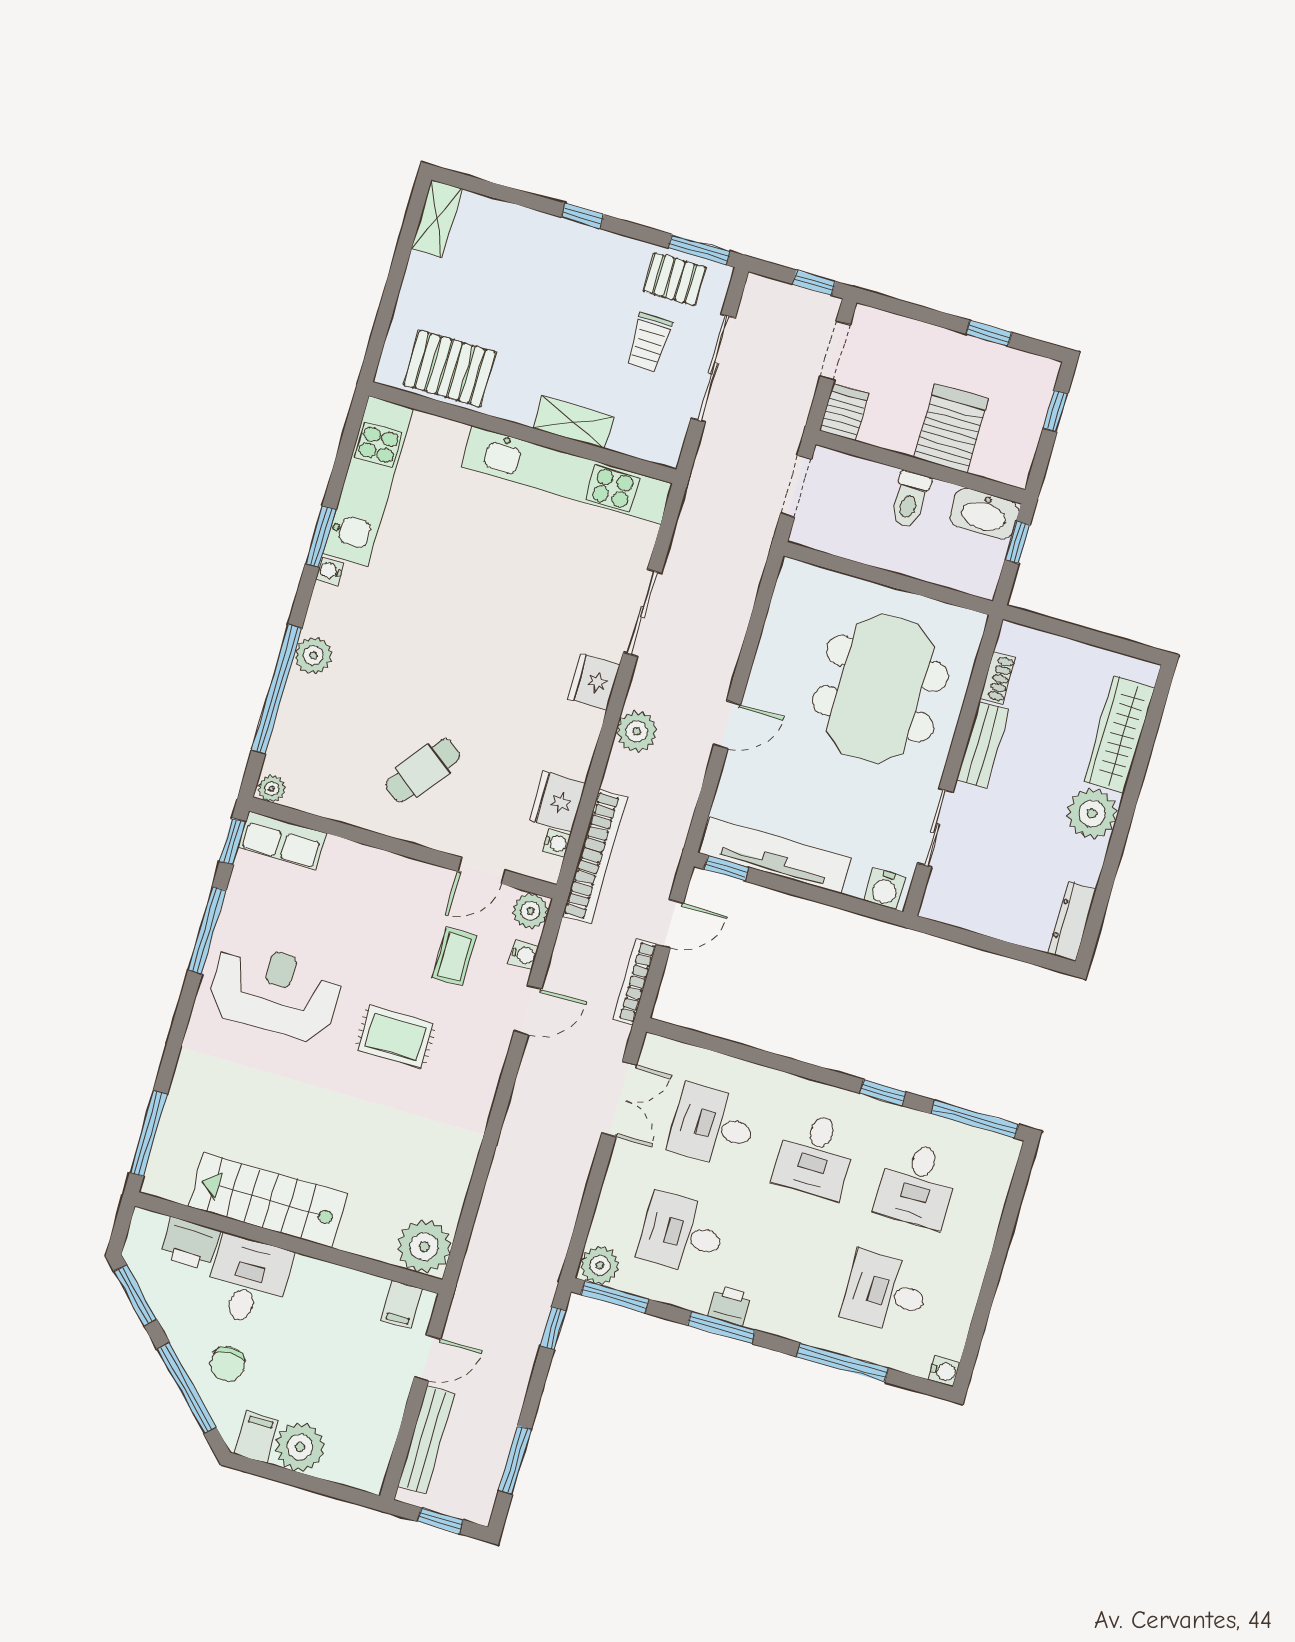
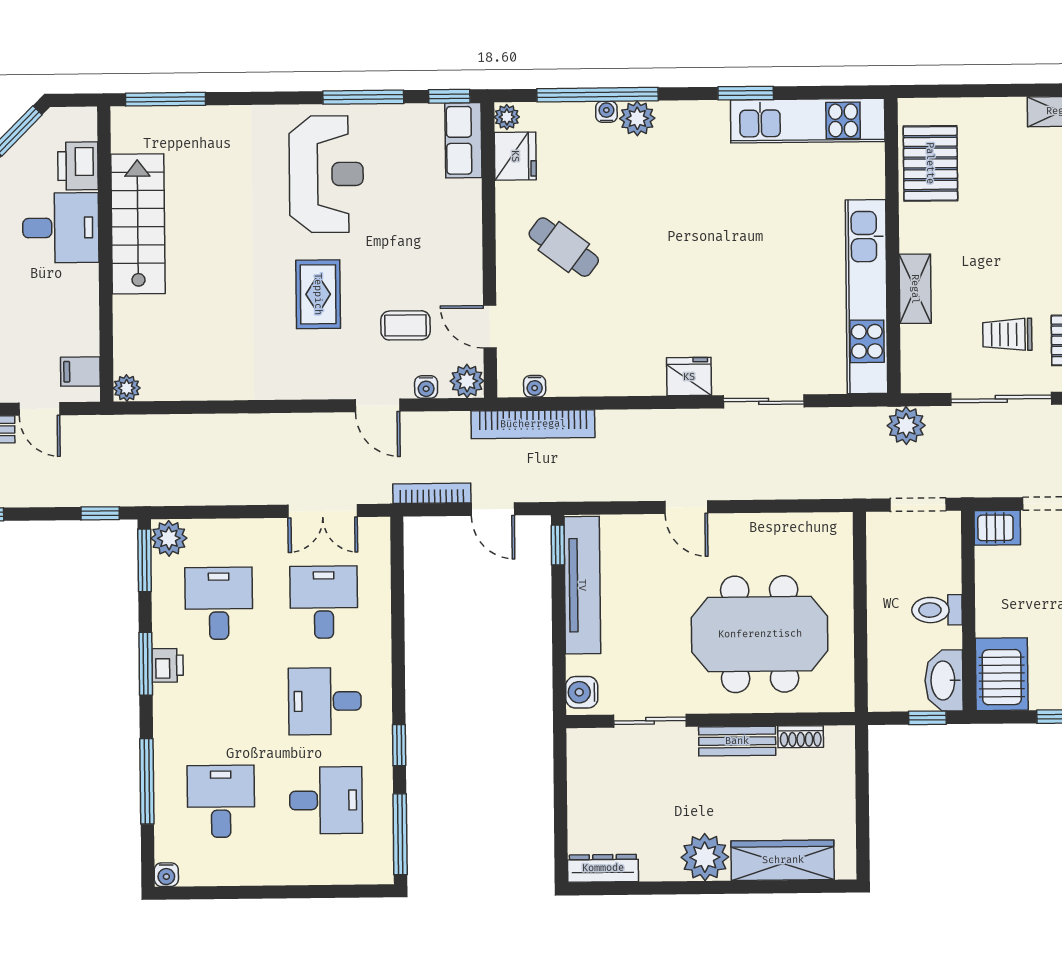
server rack: (951, 428) -> (1002, 674), moved, turned -90
water cooler: (330, 571) -> (606, 112), moved
plant: (637, 731) -> (906, 425), moved
fridge: (558, 802) -> (515, 156), moved, turned 90
desk: (917, 1185) -> (326, 800), turned 180
plant: (424, 1247) -> (127, 388), width x0.53, depth x0.53

